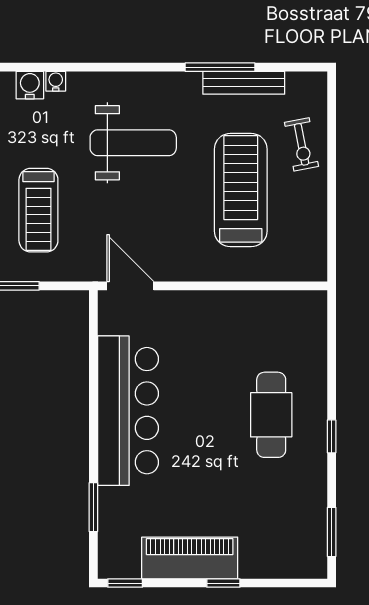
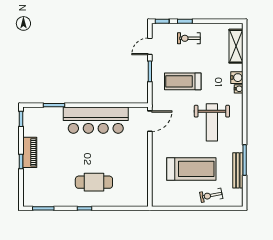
piano: (190, 558) -> (30, 152), width x0.73, depth x0.75

